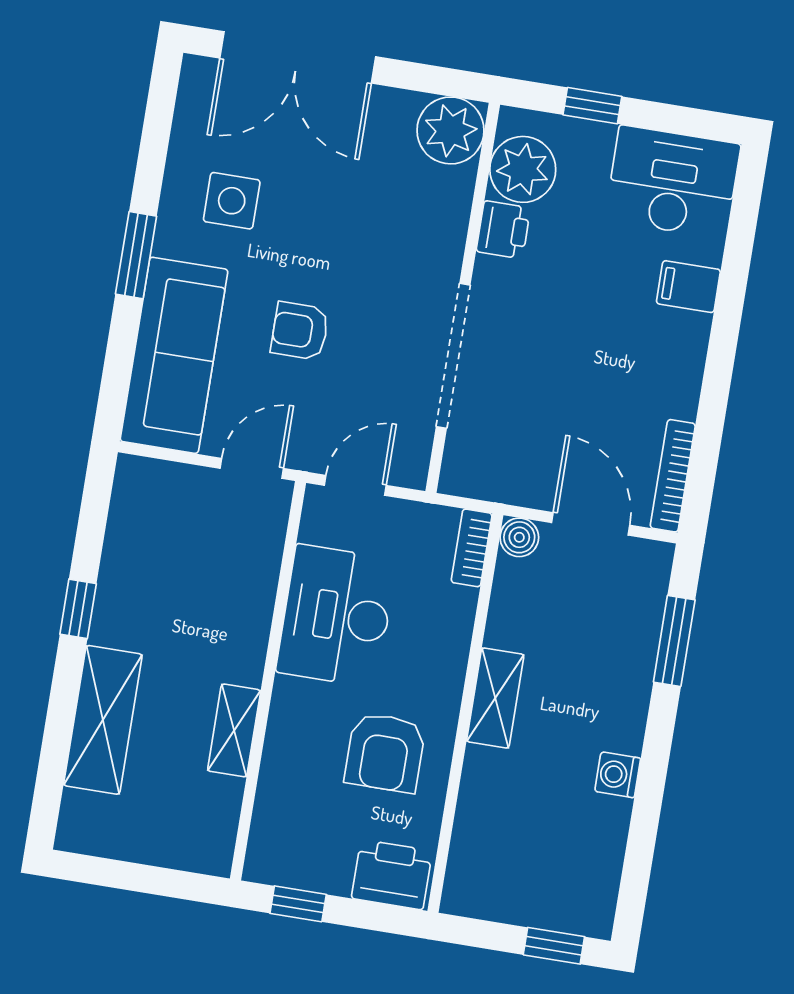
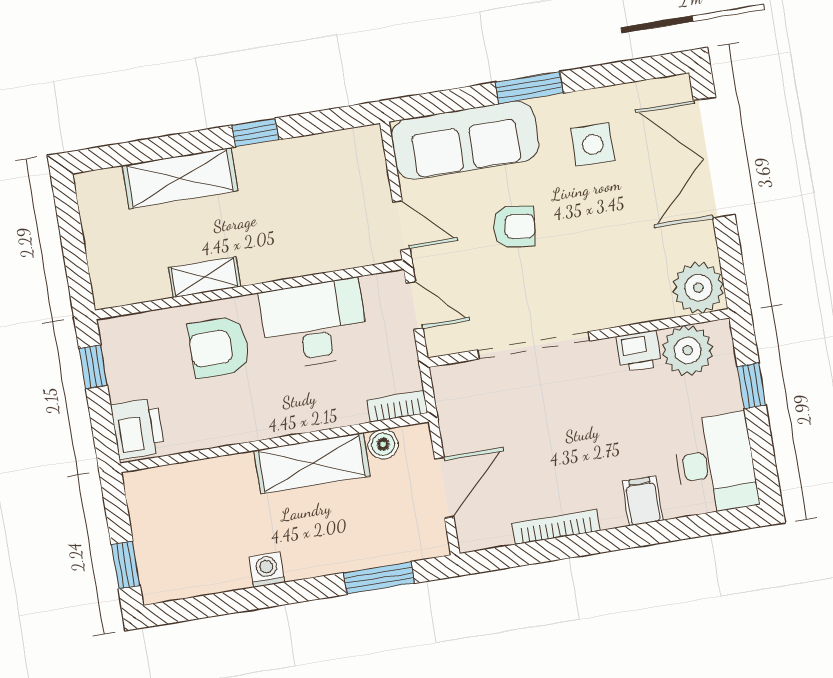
armchair: (300, 331) -> (514, 227), turned 97
bookcase: (673, 476) -> (556, 527), moved
boiler: (519, 537) -> (383, 444), moved
shelving: (495, 698) -> (312, 463), width x1.50, depth x1.33
armchair: (385, 753) -> (219, 347), moved

